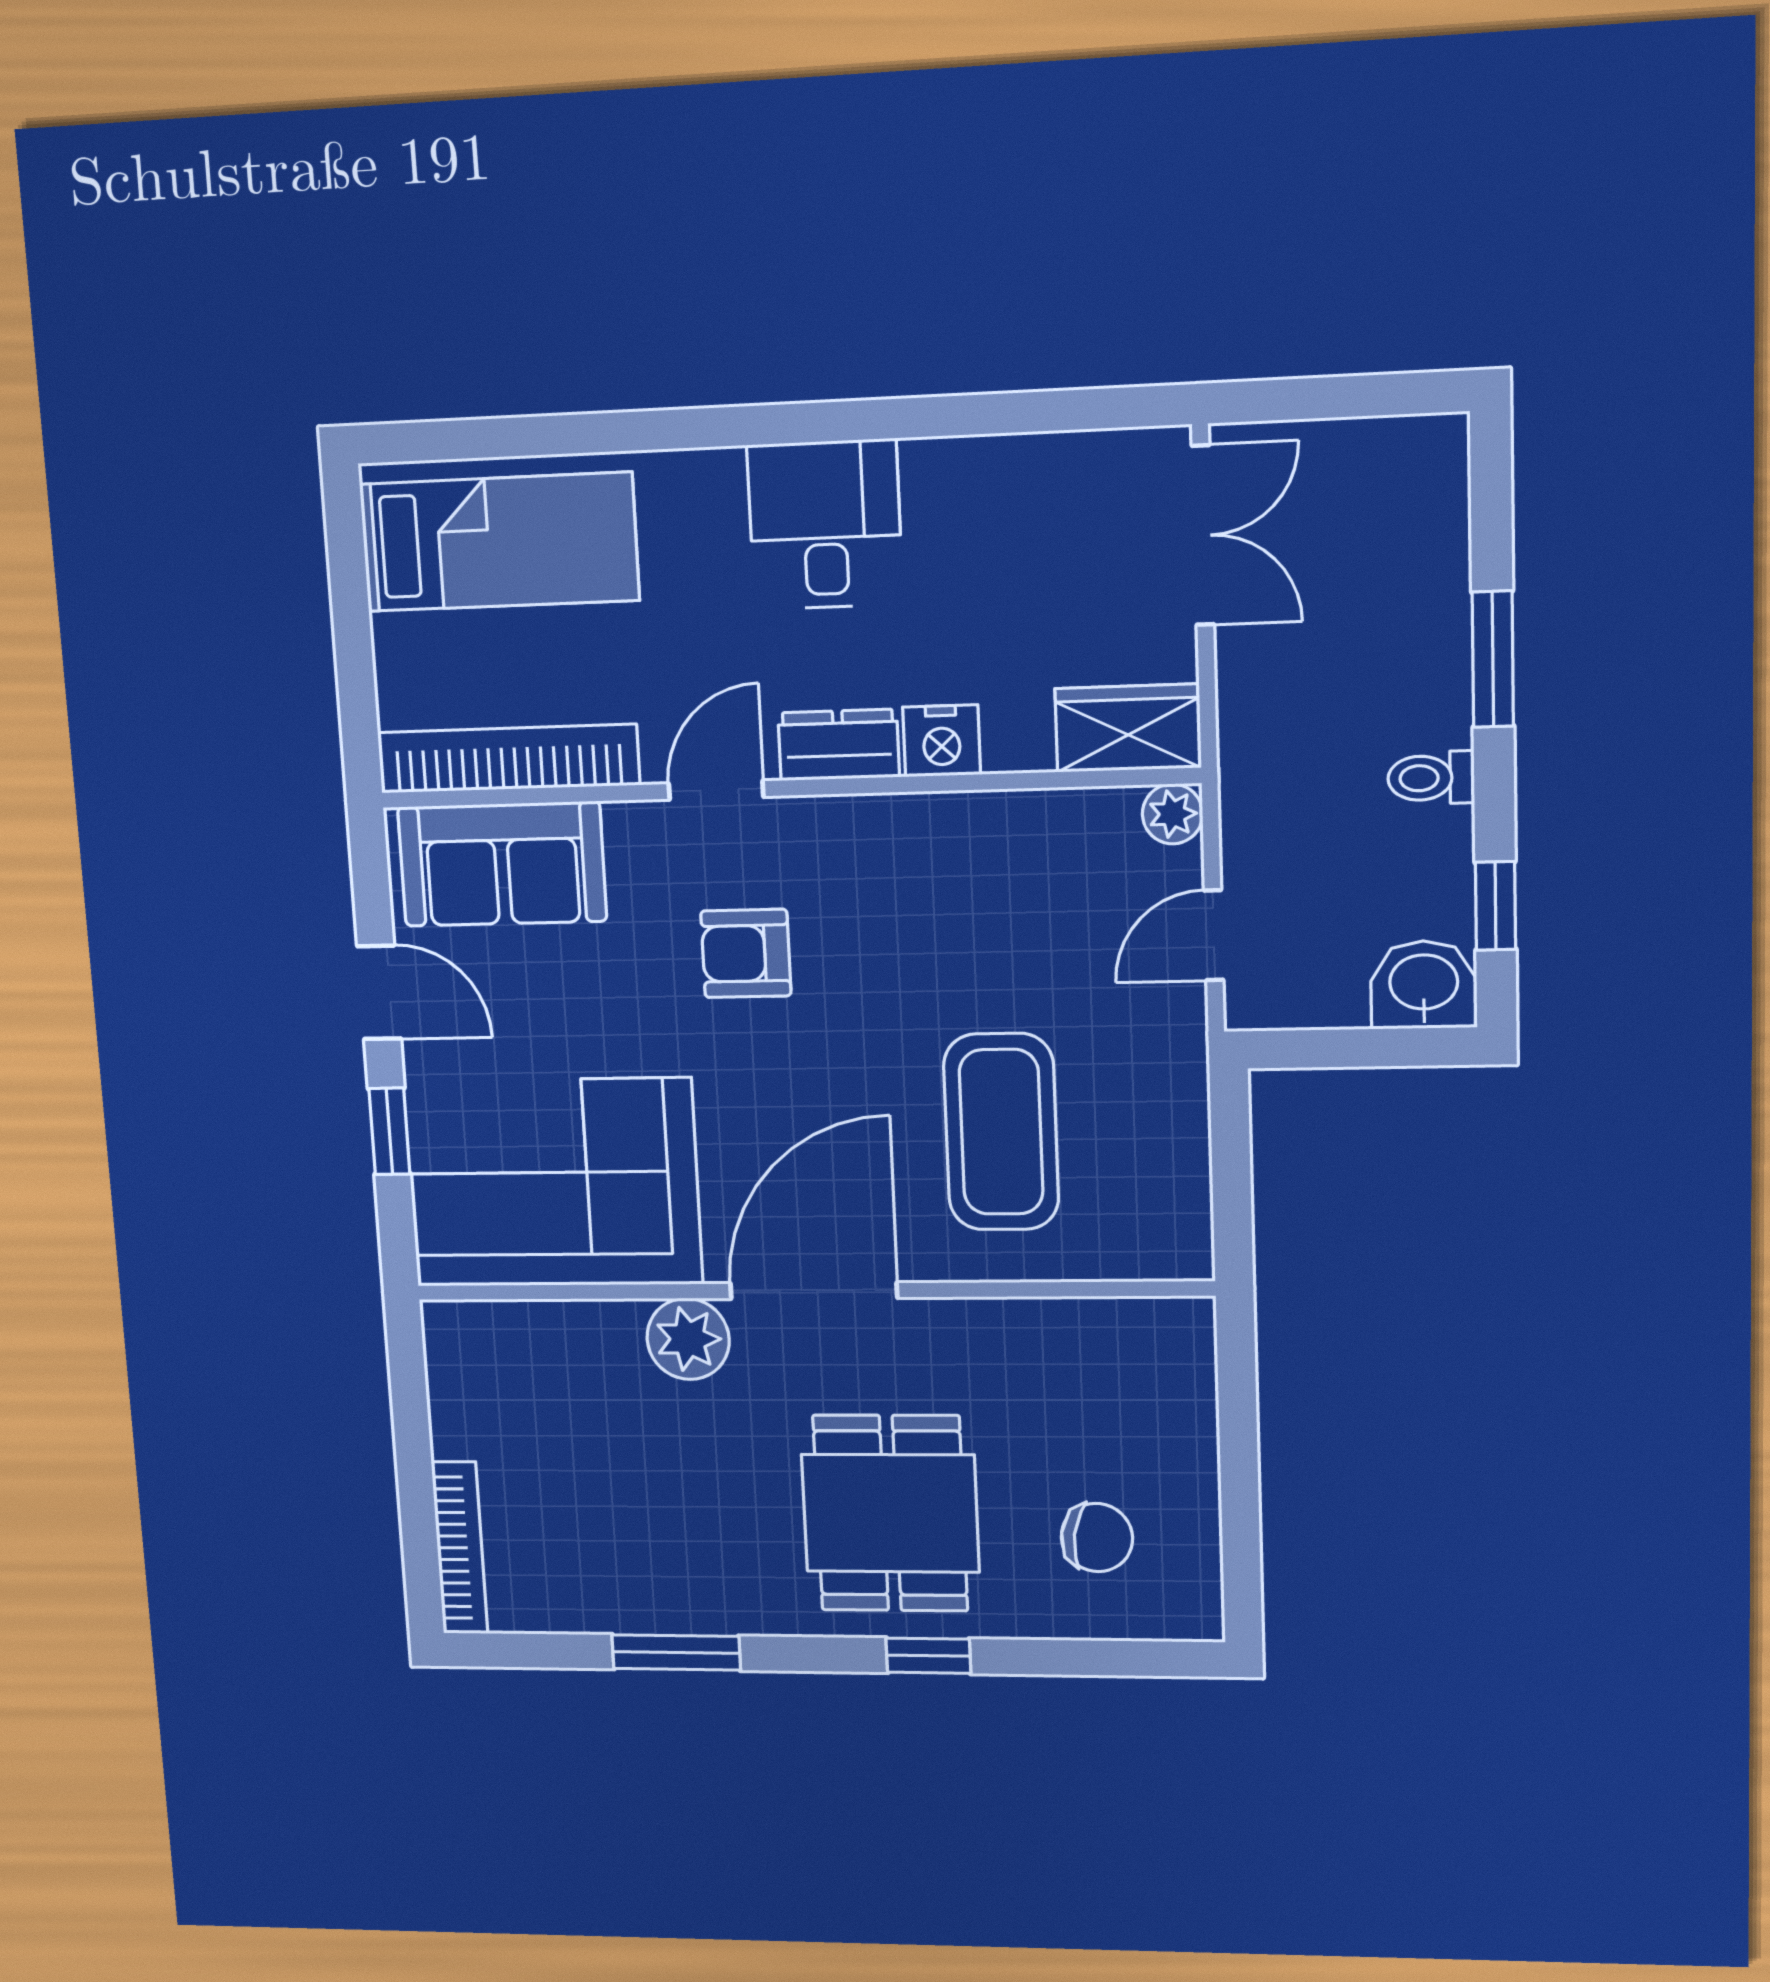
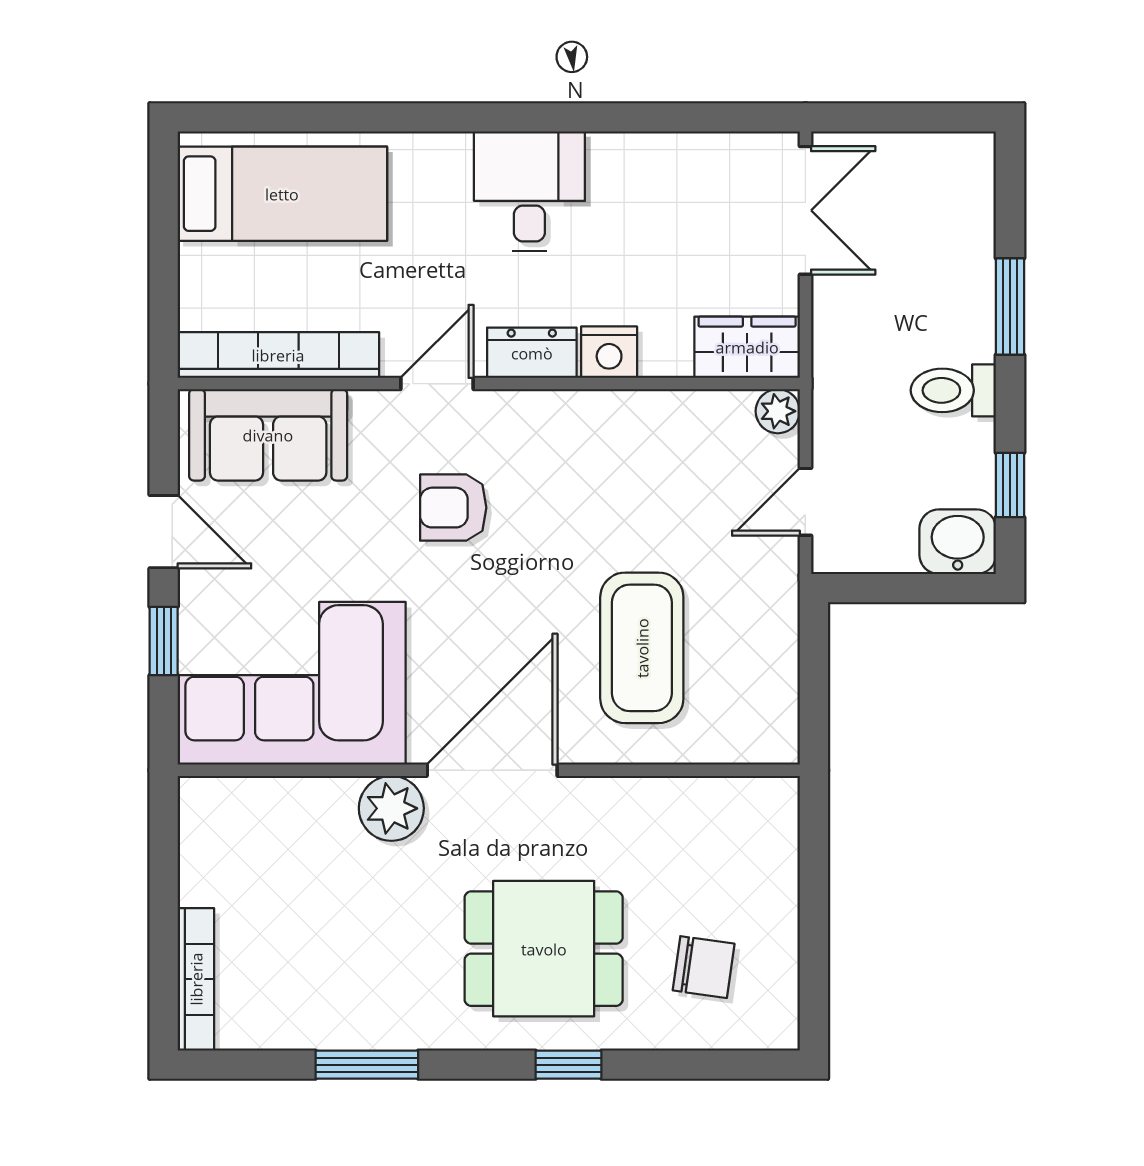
toilet: (1431, 778) -> (953, 390), width x1.37, depth x1.39
dining table: (890, 1513) -> (544, 949), turned 90

